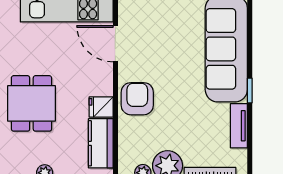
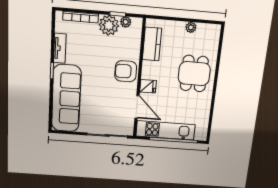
armchair: (137, 99) -> (126, 71), turned 90
fridge: (101, 107) -> (148, 86), moved

